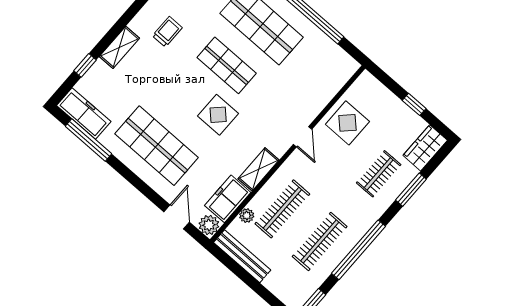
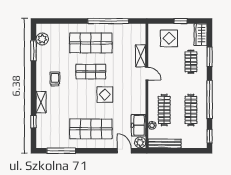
freezer: (84, 114) -> (50, 142), removed
display table: (347, 123) -> (169, 38), moved
shelving: (259, 169) -> (141, 56), moved

